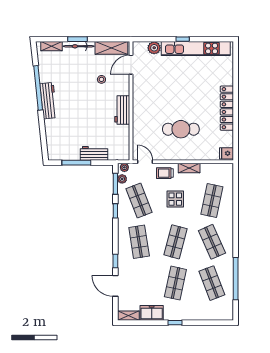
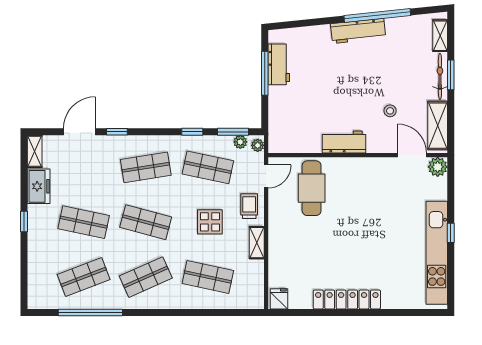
plant: (154, 48) -> (438, 167), moved
cafe table: (181, 129) -> (312, 188), moved
workbench: (94, 153) -> (279, 64), moved
shop shelf: (139, 201) -> (208, 167), turned 33

